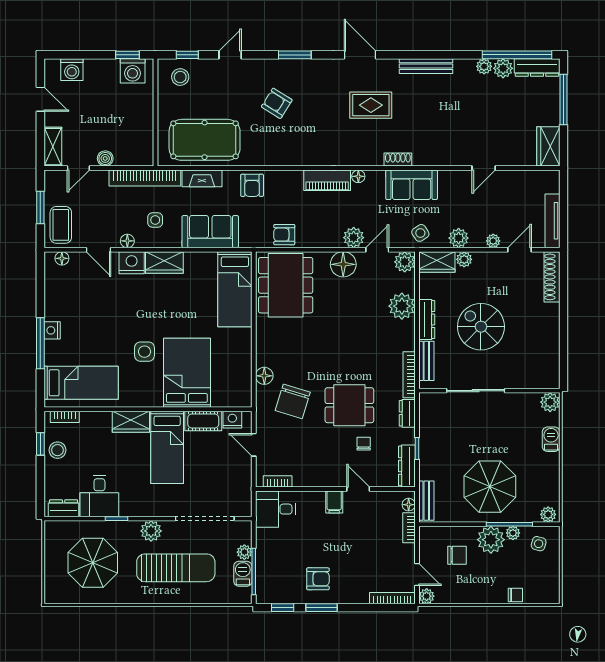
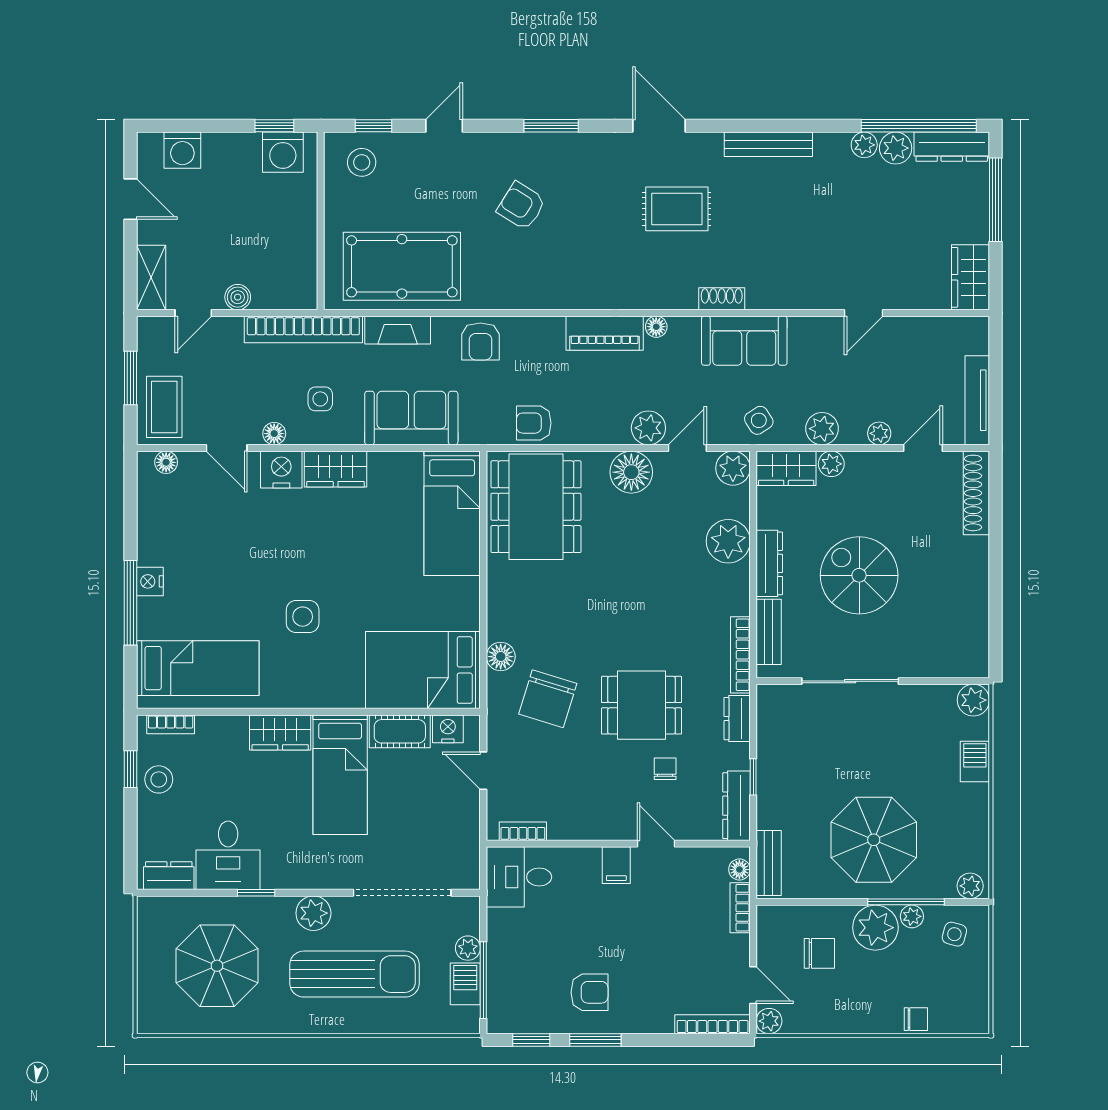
bed: (187, 373) -> (423, 670), moved, turned -90

